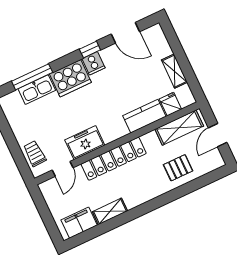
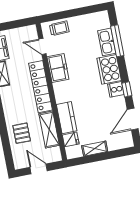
shelving: (179, 128) -> (49, 130), moved

